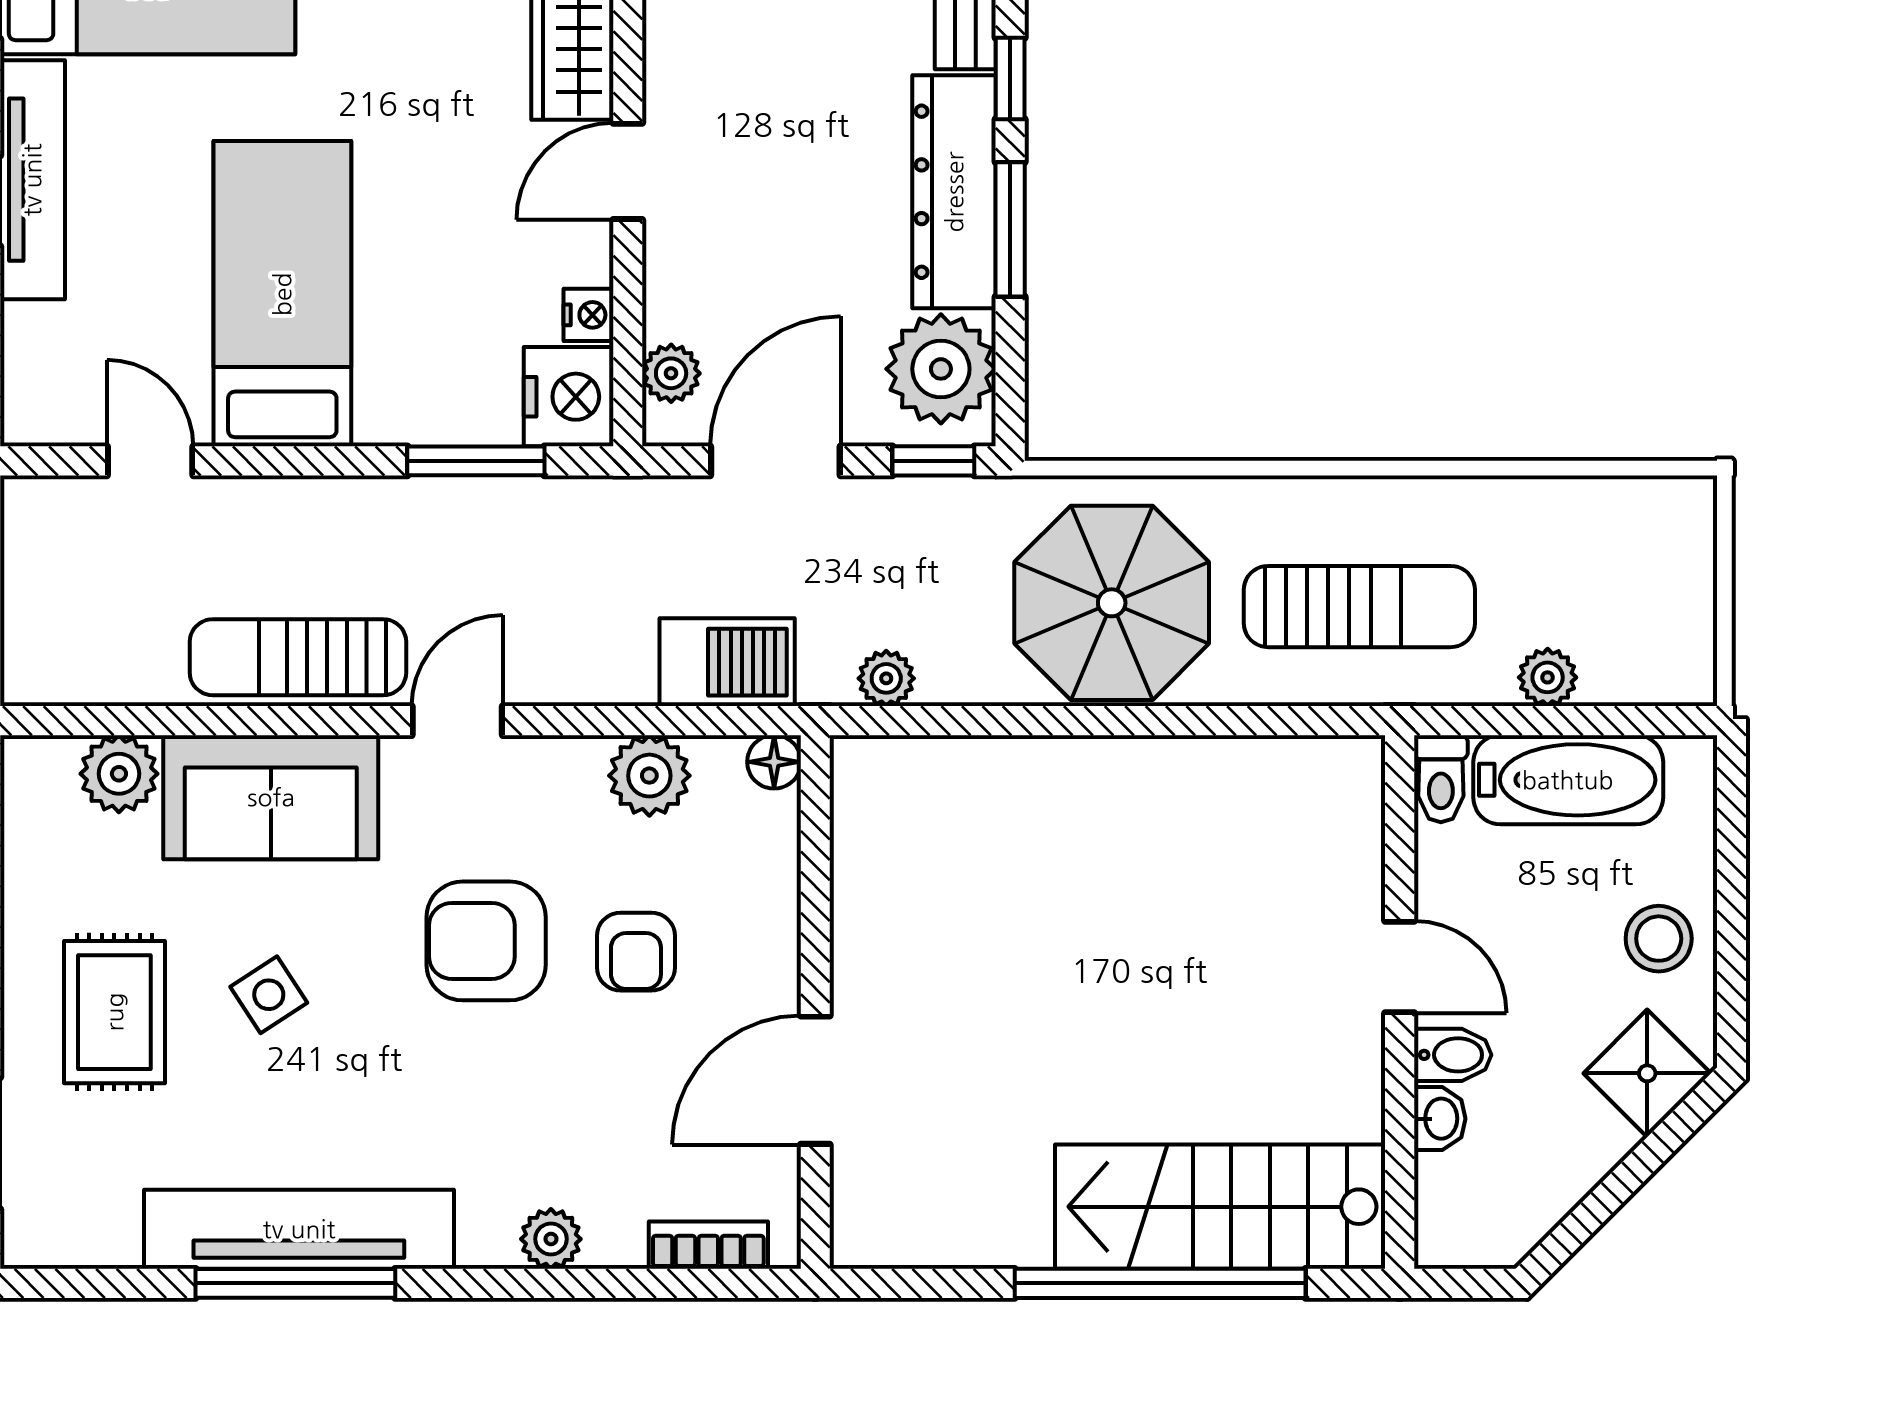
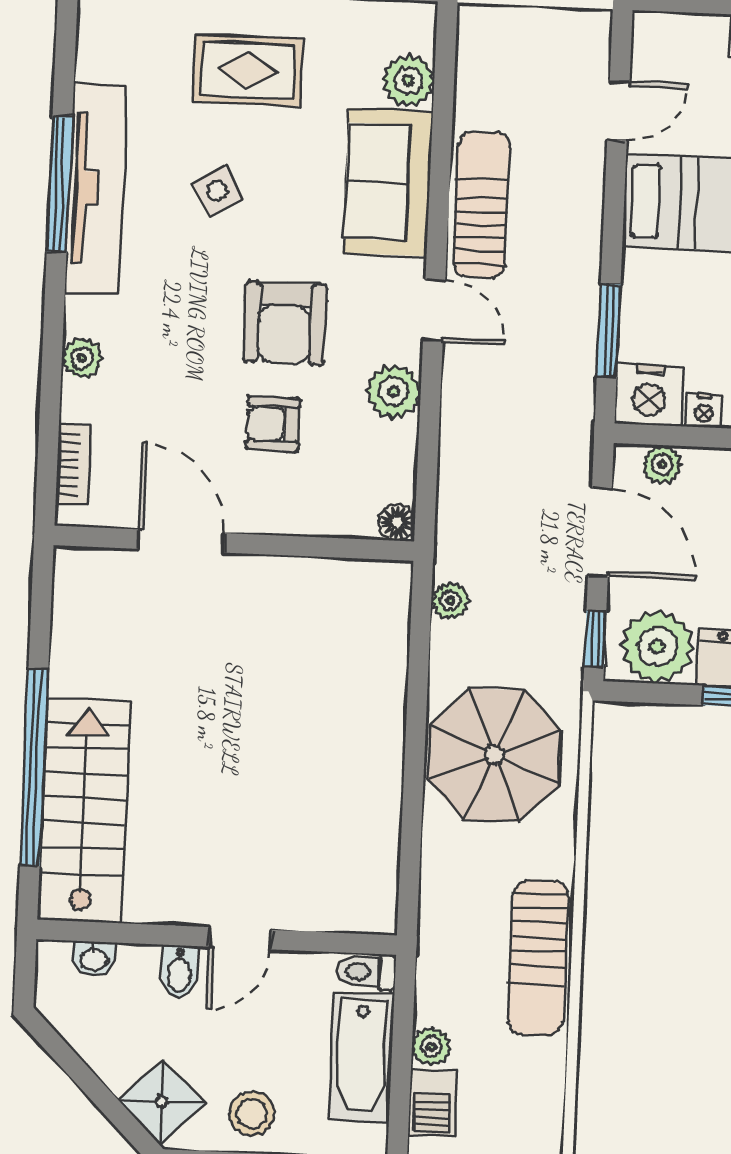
sun lounger: (1359, 607) -> (538, 958), moved
barbecue: (727, 662) -> (433, 1103), moved, width x0.73, depth x0.79
plant: (649, 776) -> (393, 392), moved
armchair: (486, 941) -> (285, 323), turned 180
side table: (269, 995) -> (217, 191), moved
washbasin: (1440, 1119) -> (94, 959), moved

